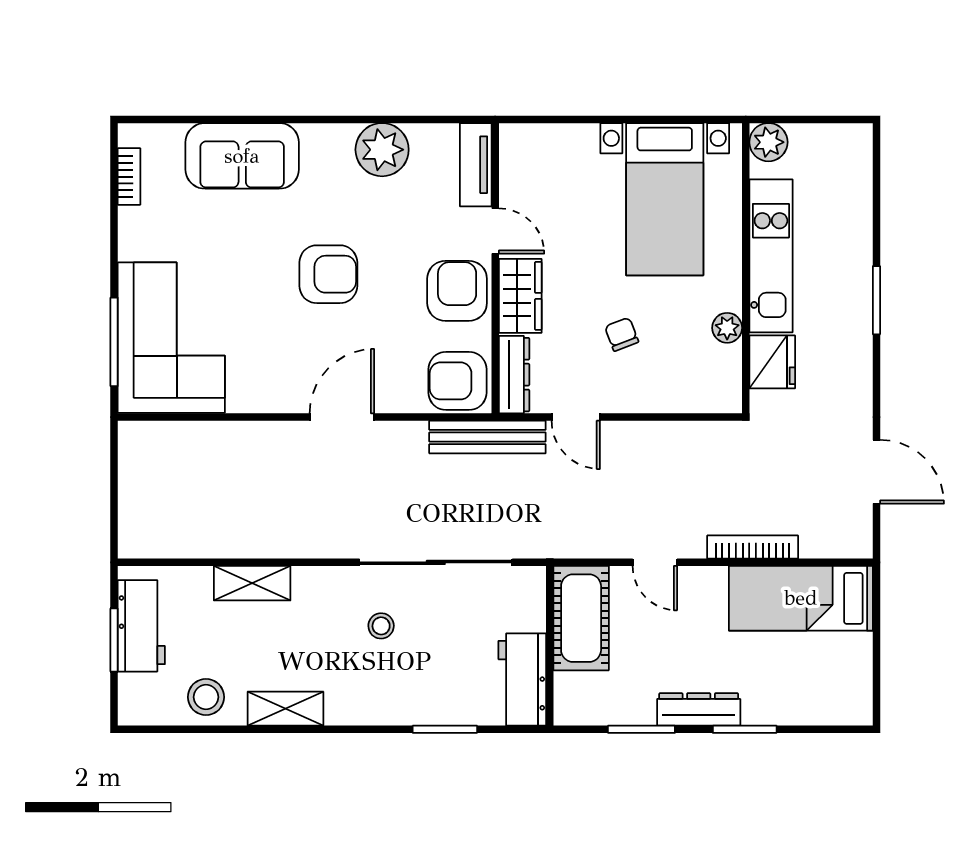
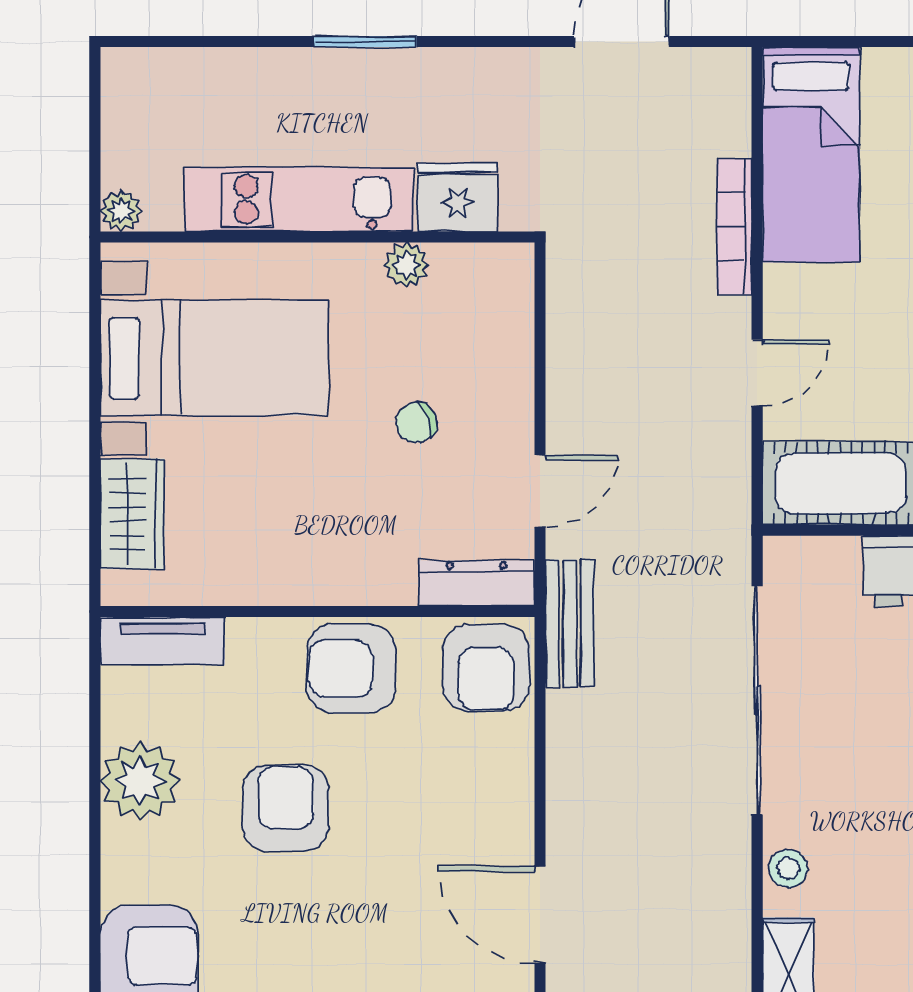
plant: (768, 142) -> (121, 211), width x0.73, depth x0.73
door: (495, 231) -> (262, 612), removed
armchair: (328, 274) -> (286, 808), moved
wardrobe: (520, 296) -> (132, 514), moved, turned 90
door: (342, 417) -> (540, 915), moved
bench: (487, 437) -> (570, 623), width x0.73
stool: (381, 626) -> (788, 868), moved

